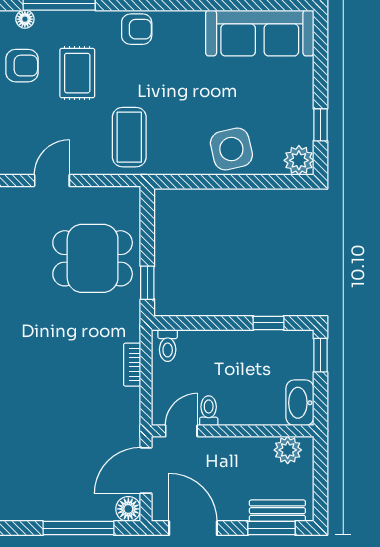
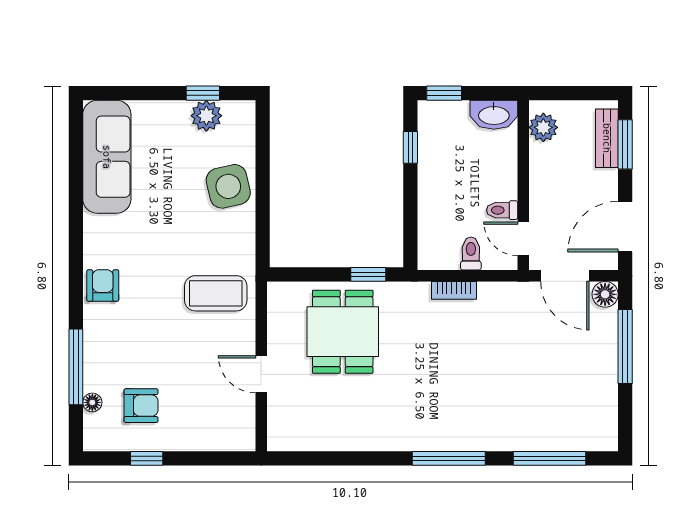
armchair: (22, 66) -> (141, 406), turned 90
rug: (77, 73) -> (149, 348), removed
plant: (299, 160) -> (206, 116), moved
toilet: (168, 346) -> (471, 254), moved, turned -90

